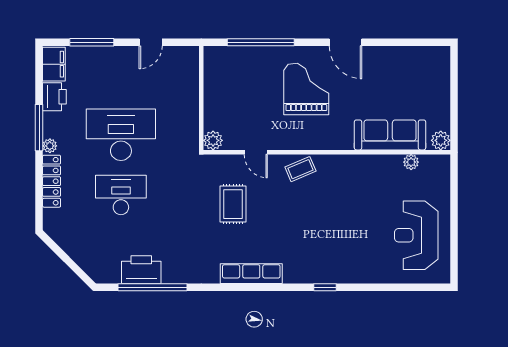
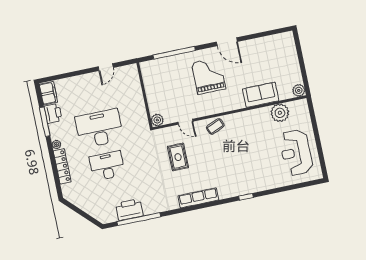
window: (92, 42) -> (69, 75), removed
window: (39, 128) -> (45, 122), moved
sofa: (390, 135) -> (261, 95), width x0.73
plant: (411, 162) -> (280, 113), width x1.88, depth x1.88

